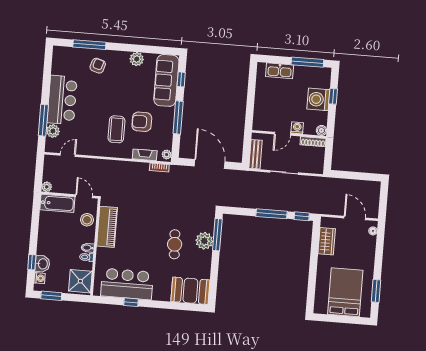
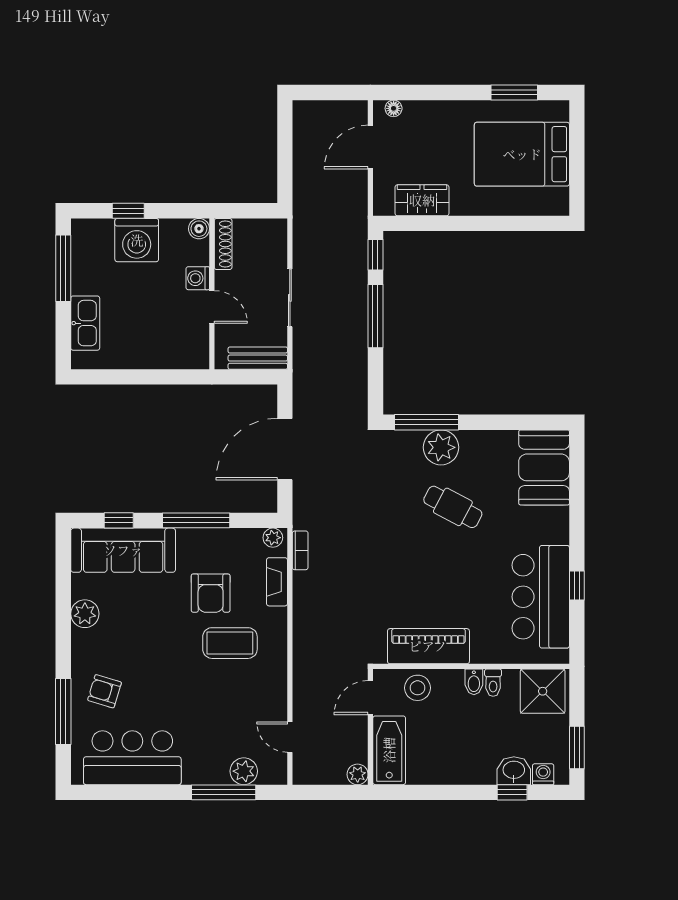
bar counter: (62, 100) -> (132, 758), moved
cafe table: (175, 244) -> (453, 507), turned 31

